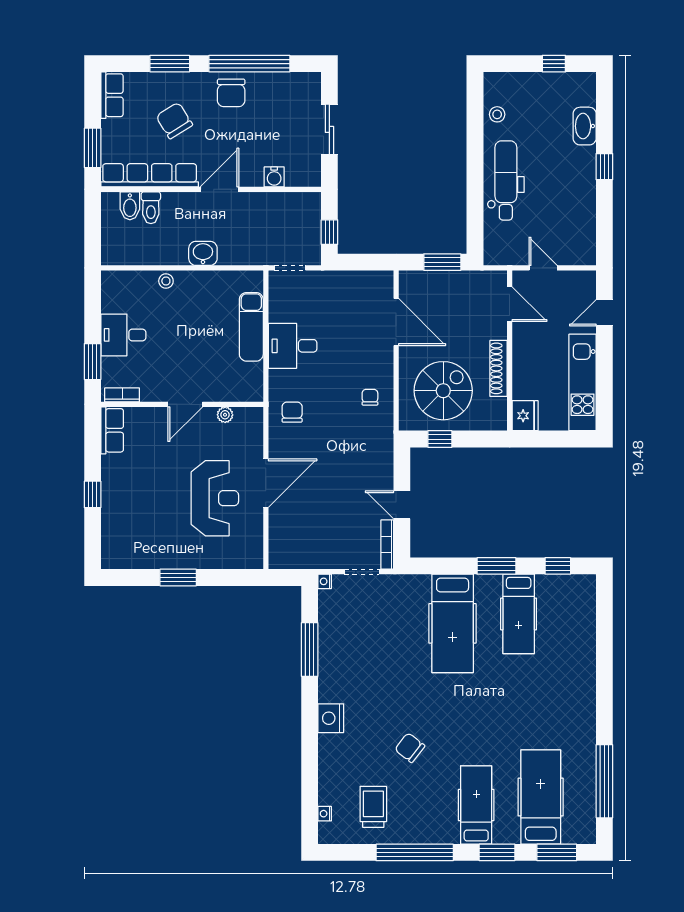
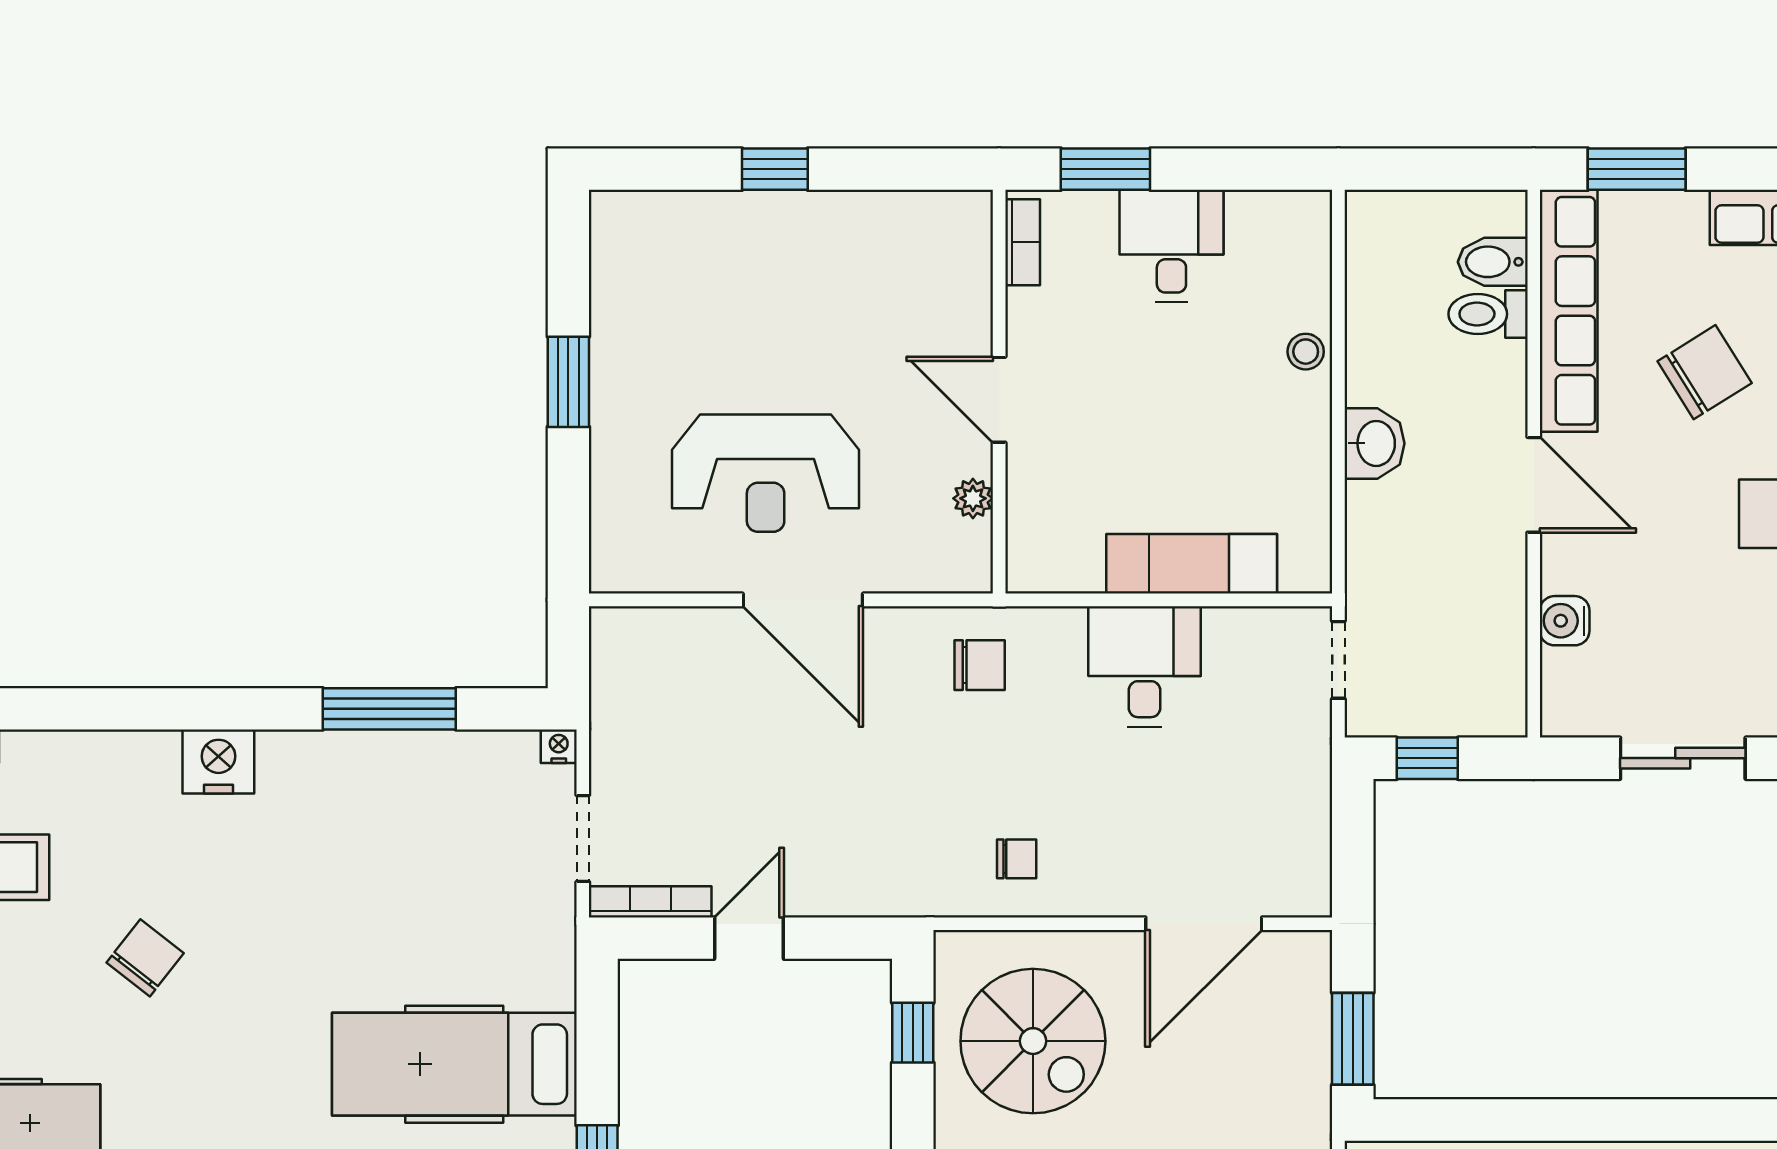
row of seats: (112, 430) -> (934, 218), removed

